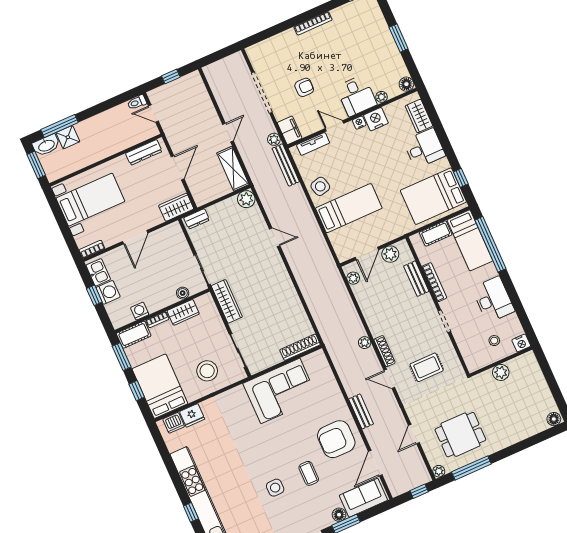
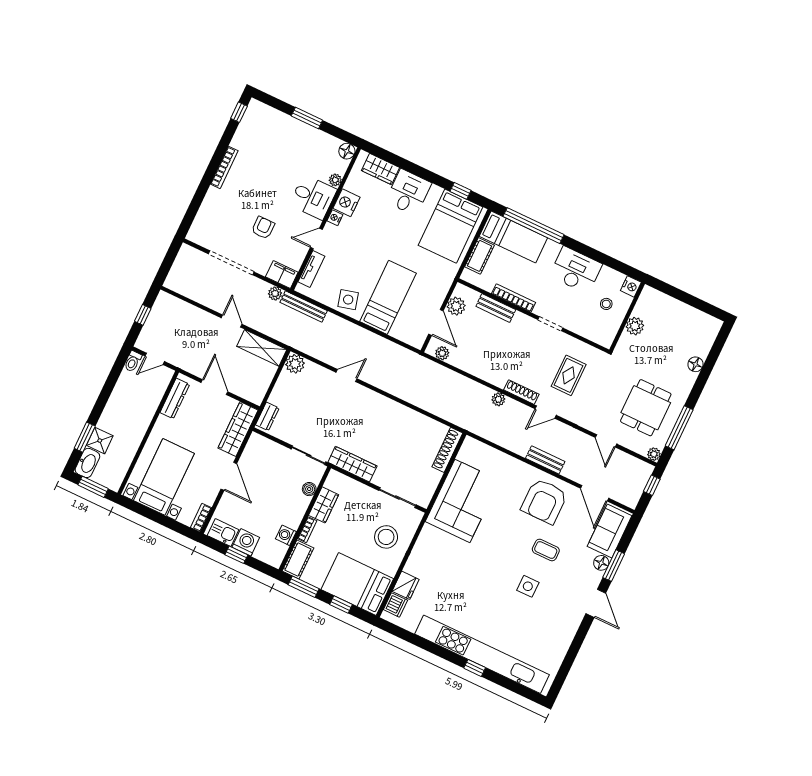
window: (60, 126) -> (85, 437), width x0.69
wardrobe: (176, 207) -> (238, 429), width x1.50
floor lamp: (554, 419) -> (696, 364), moved

